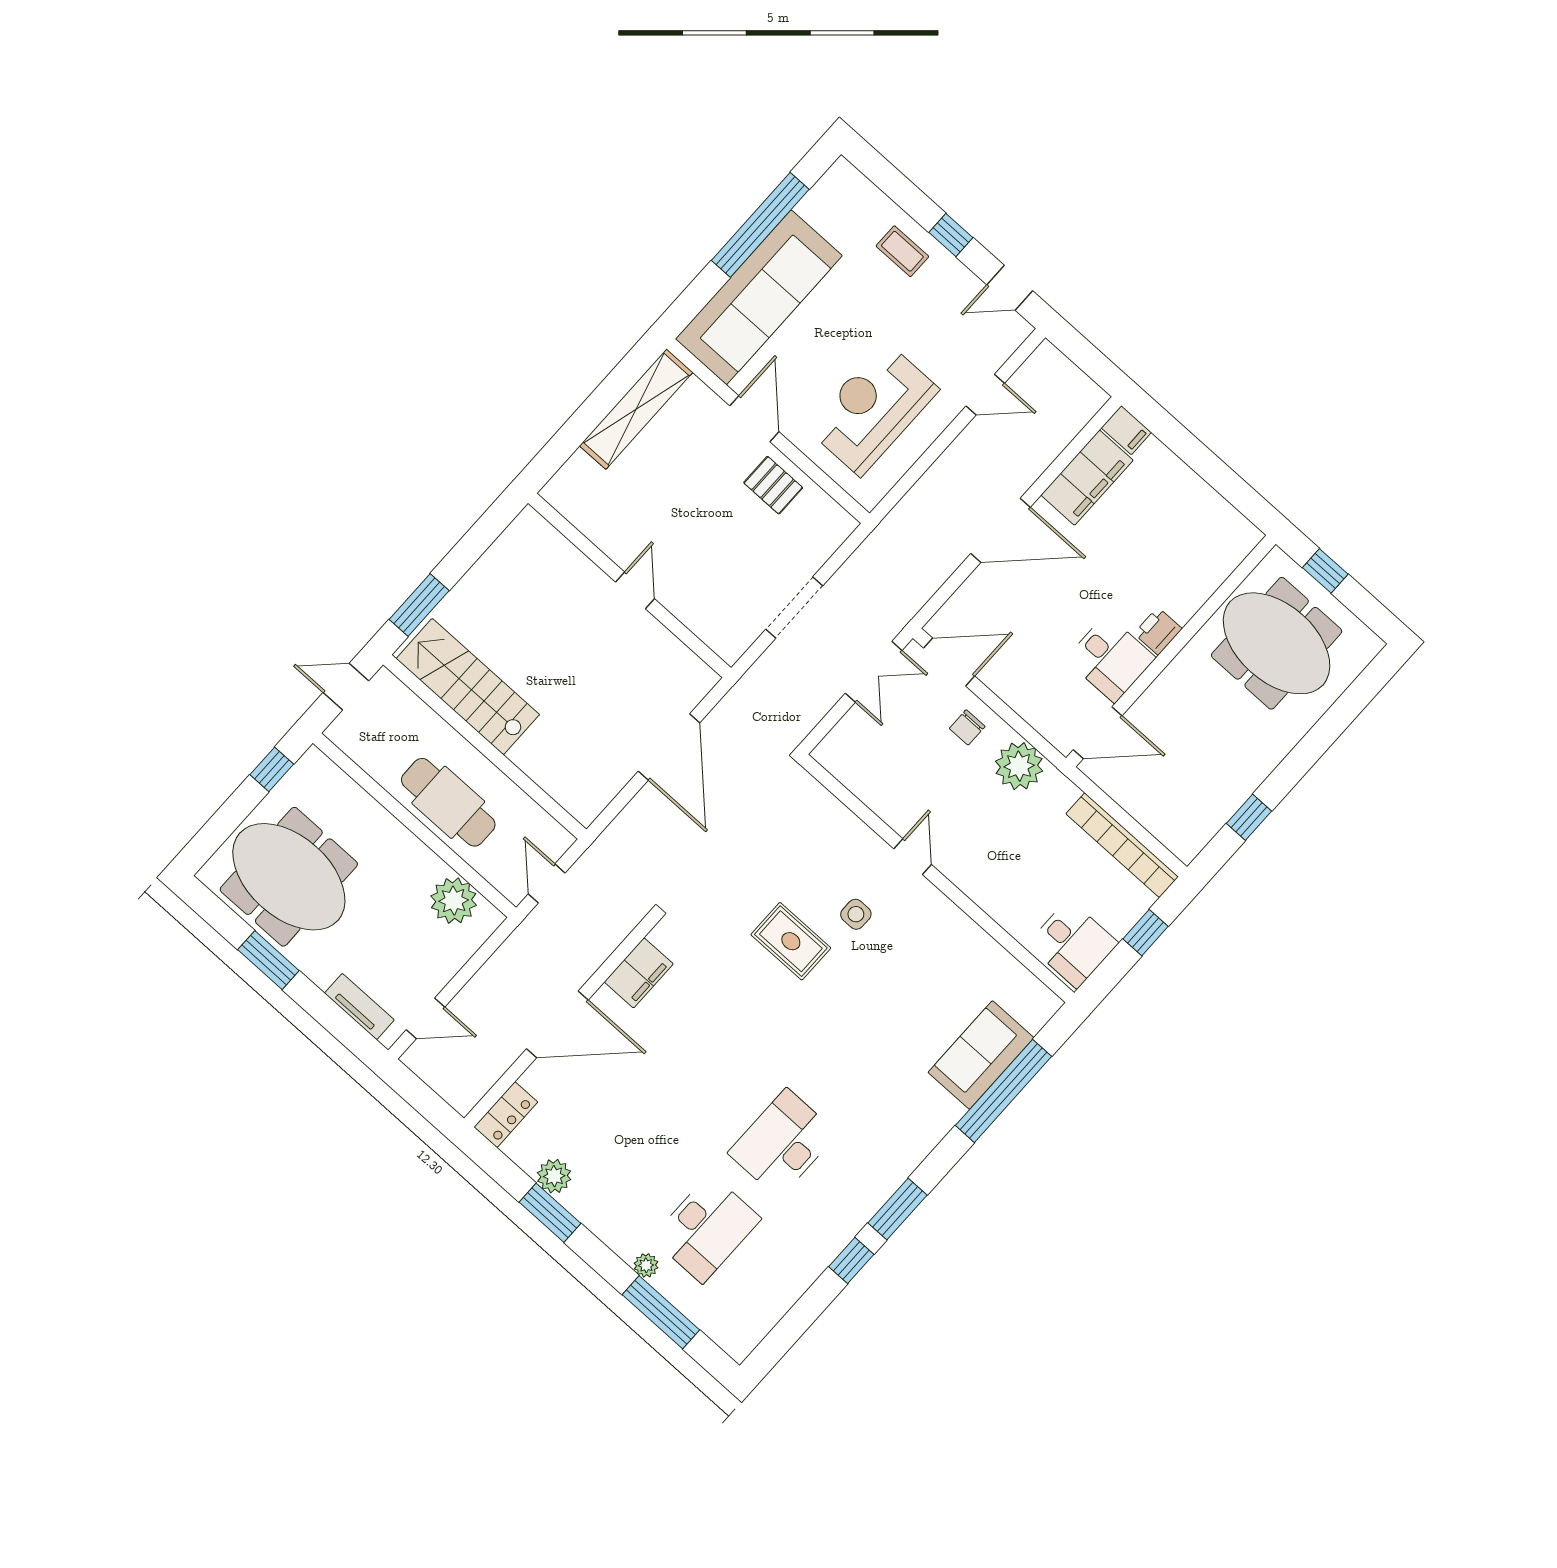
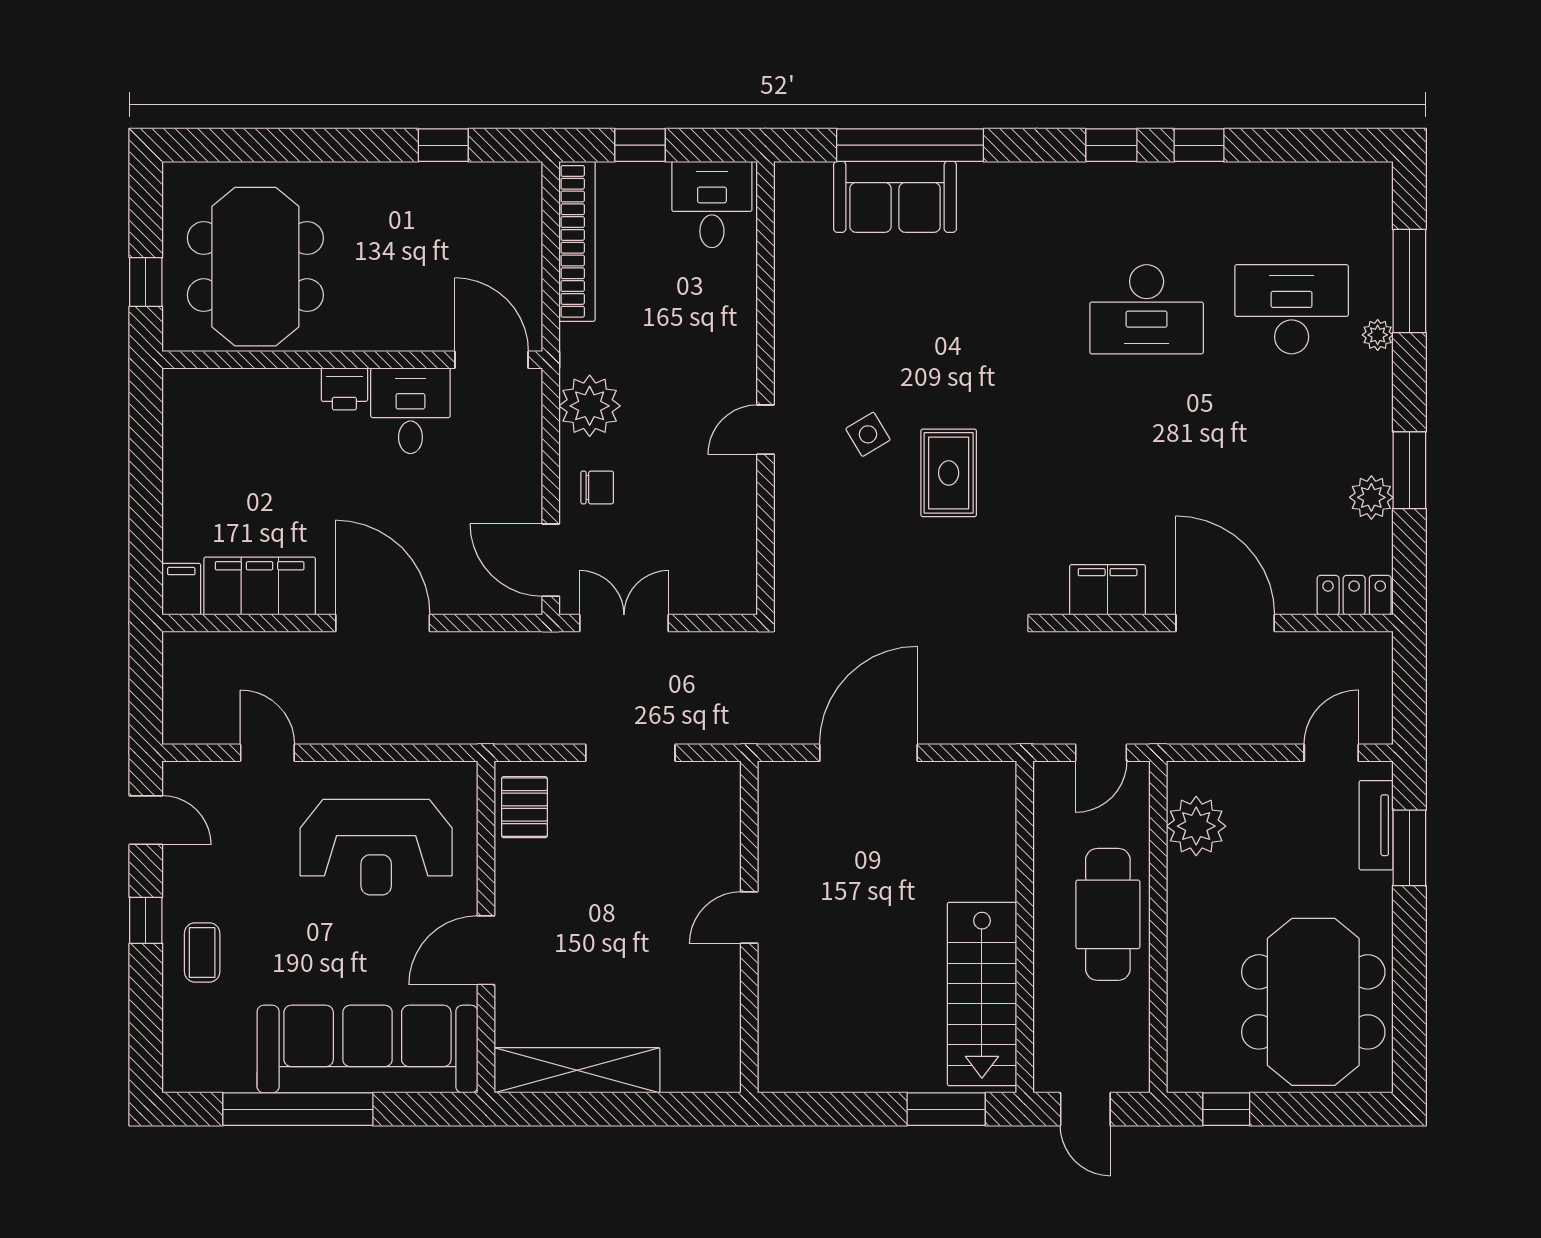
pallet: (773, 485) -> (524, 807), moved
side table: (856, 914) -> (868, 434), turned -31
window: (268, 960) -> (1409, 848), moved
door: (426, 1018) -> (1331, 753), hinge flipped
window: (897, 1209) -> (1111, 145), width x0.67

